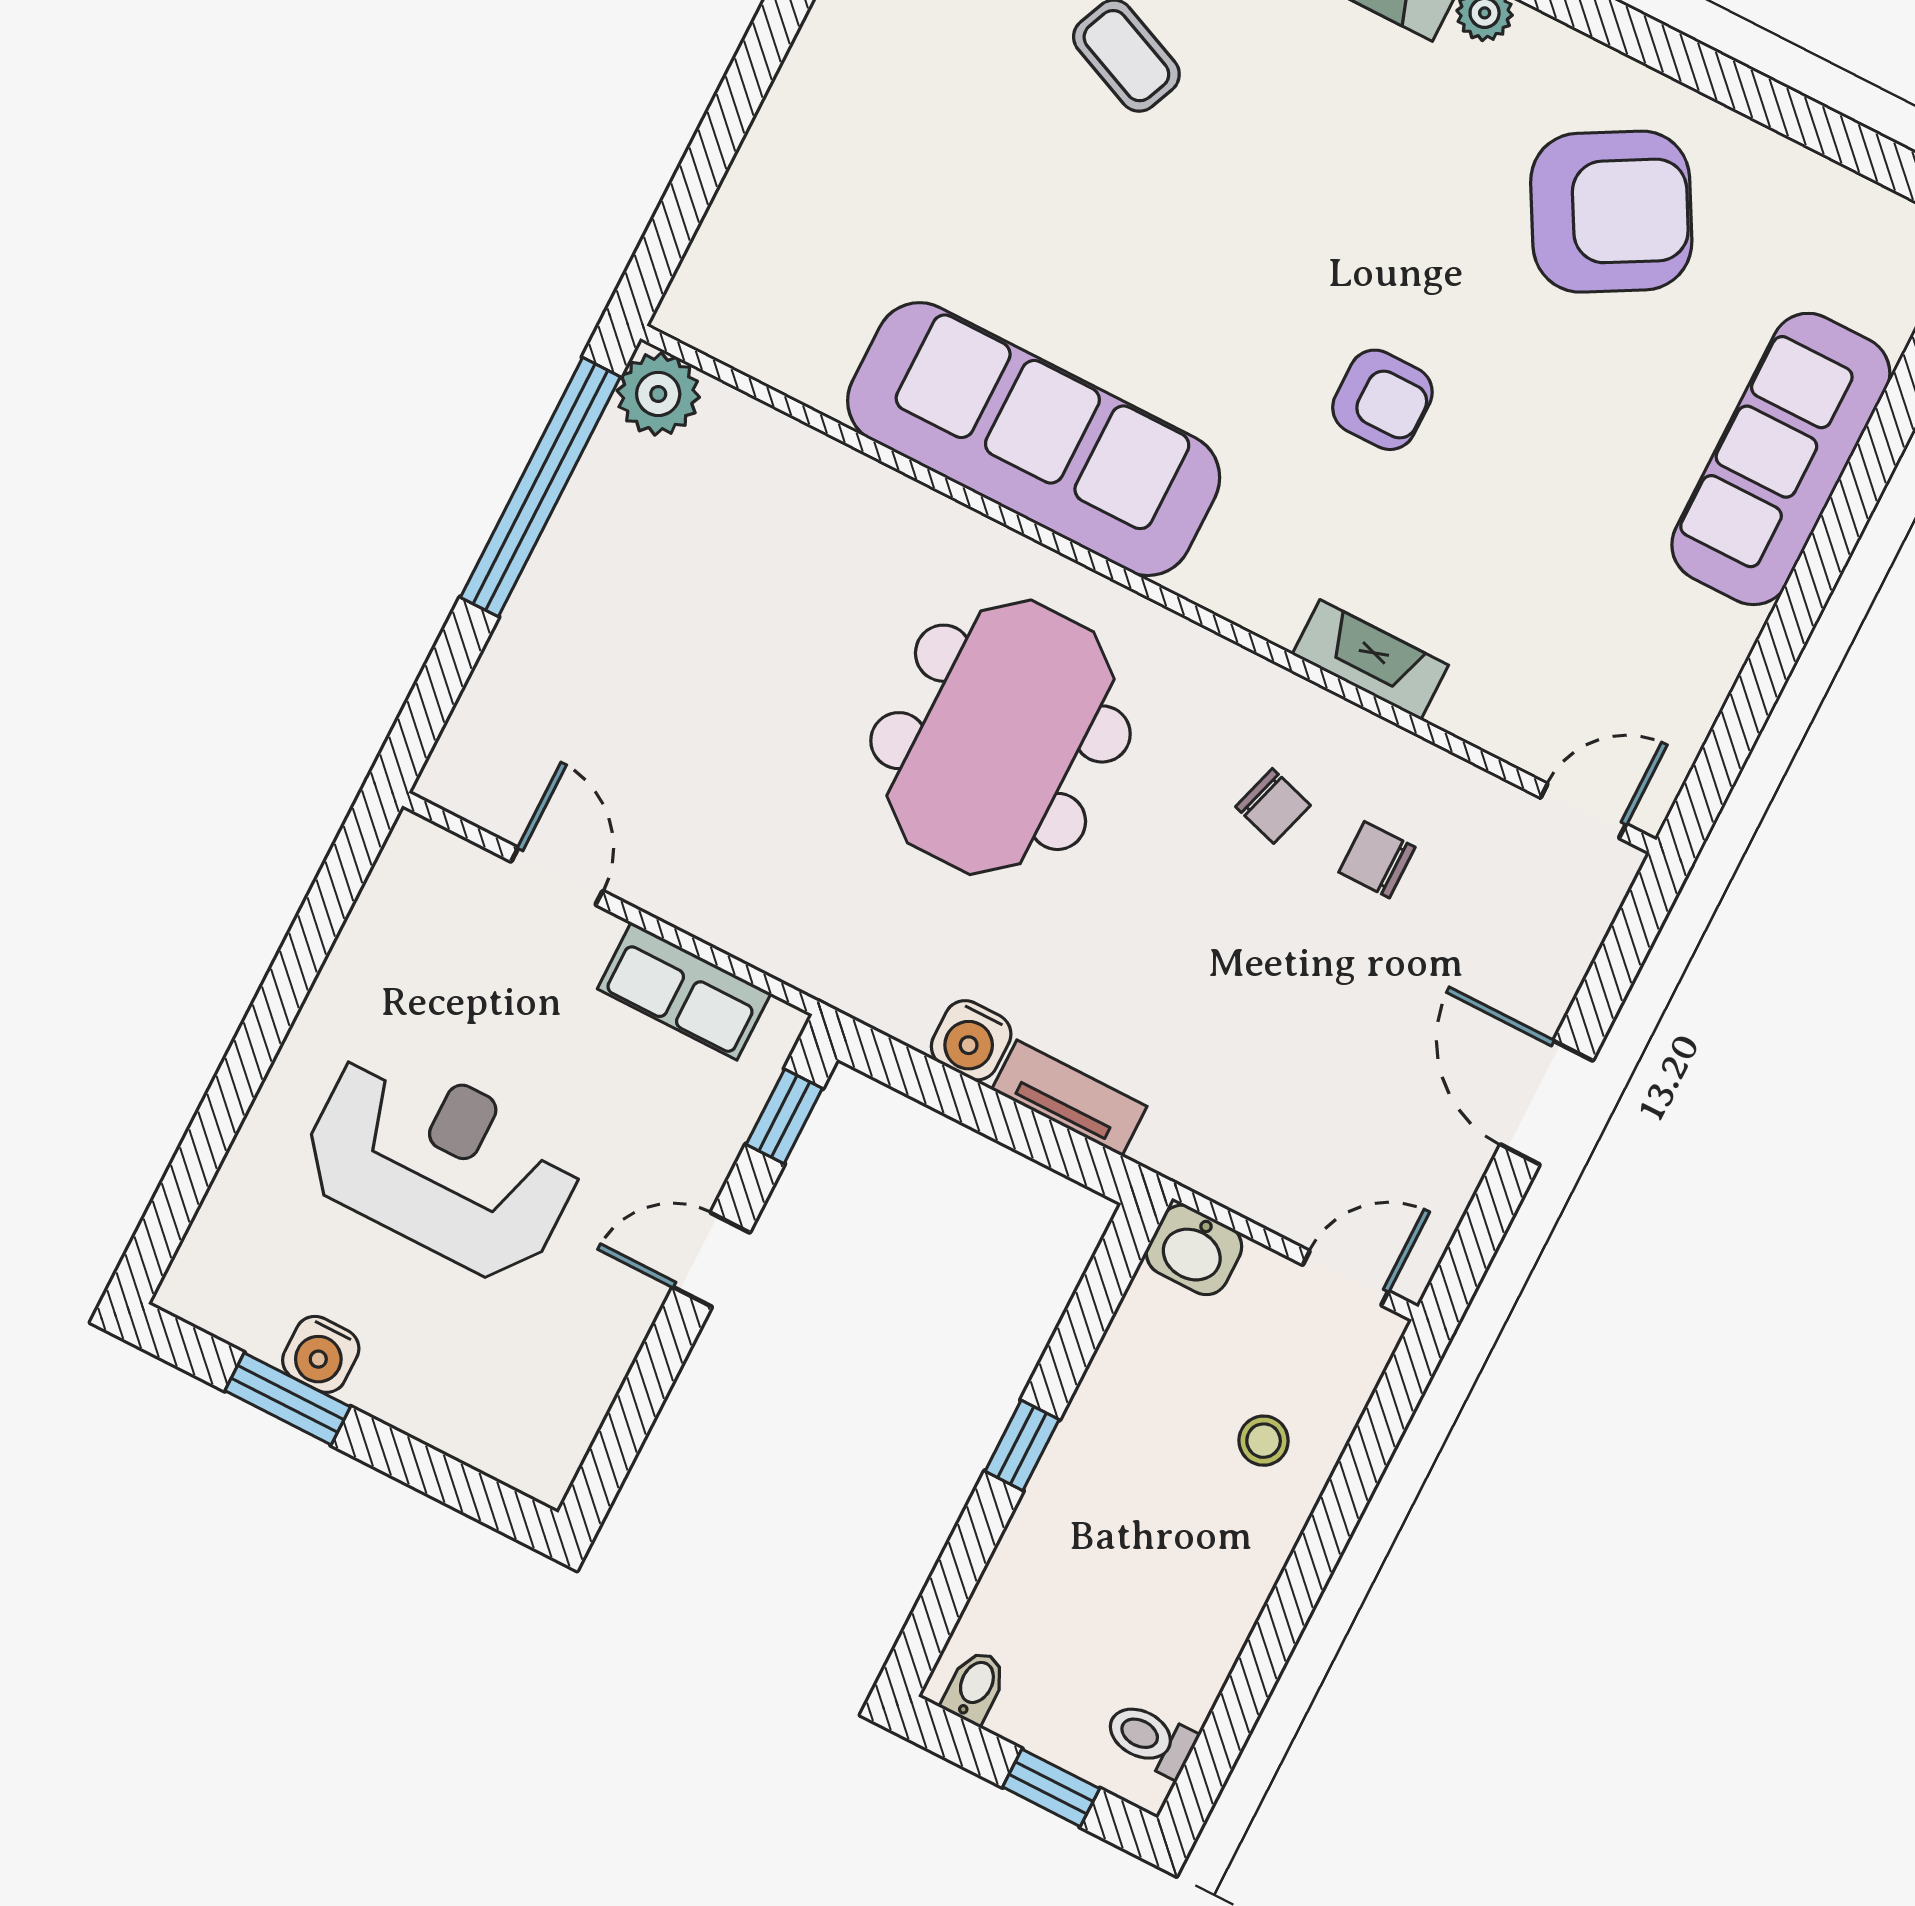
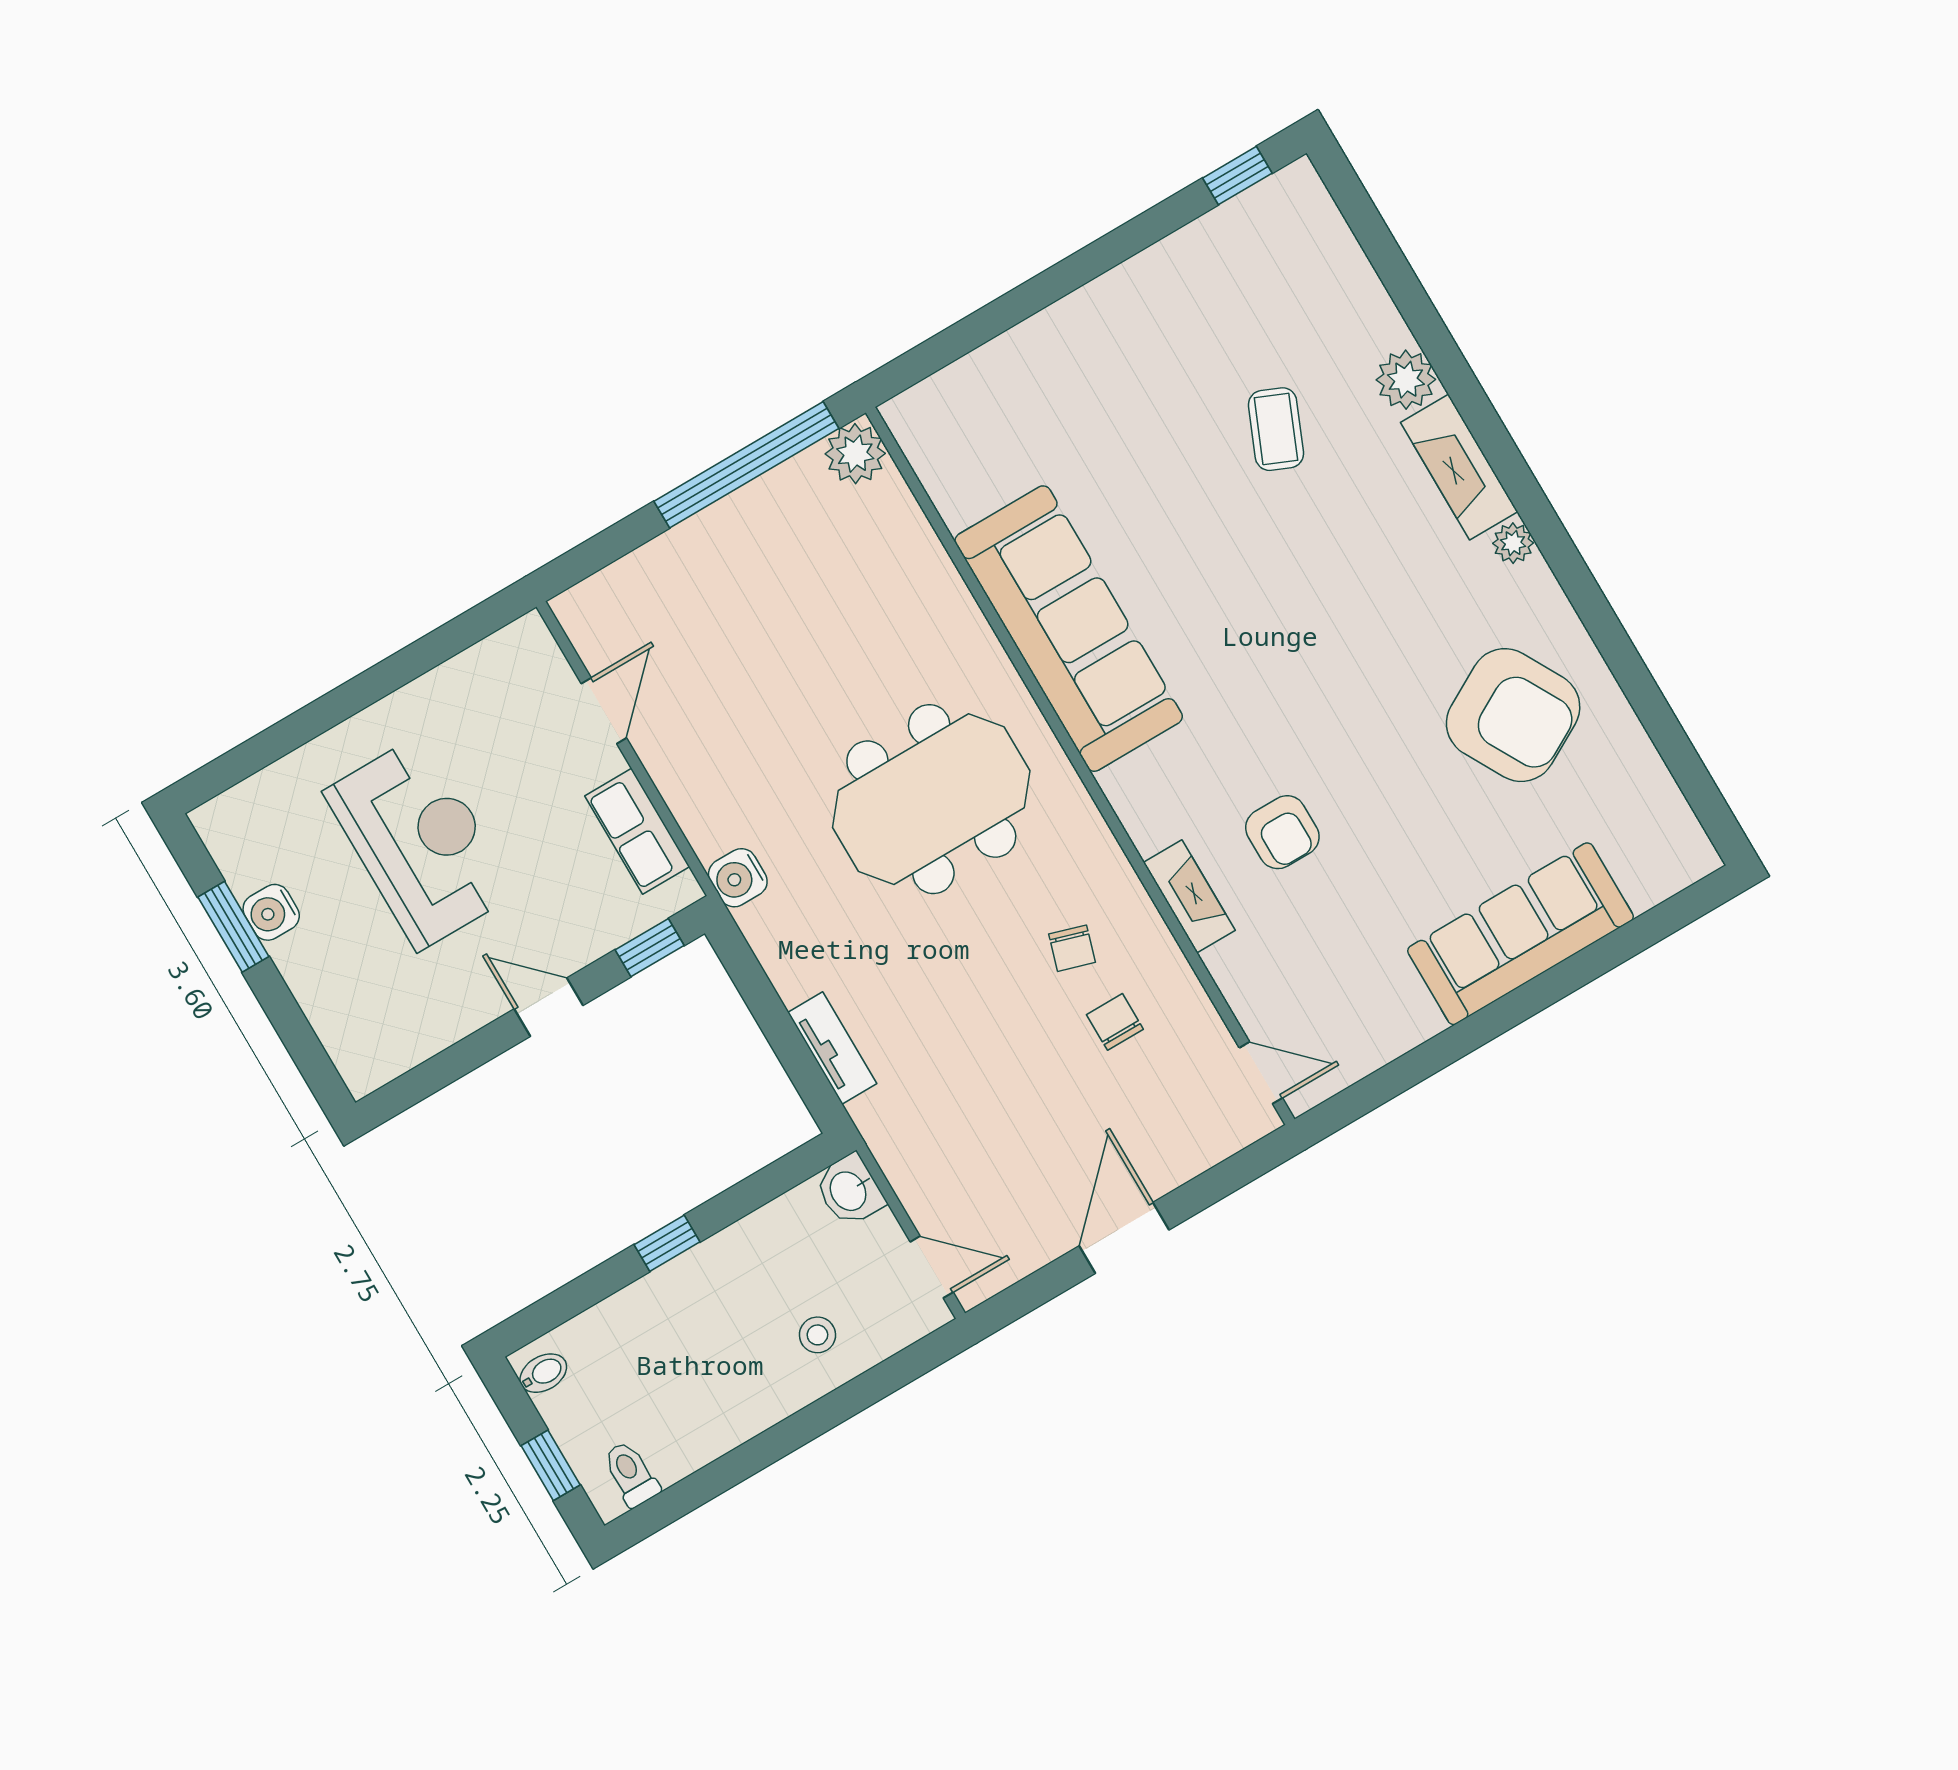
armchair: (1382, 400) -> (1282, 832), moved
water cooler: (971, 1040) -> (738, 878), moved

